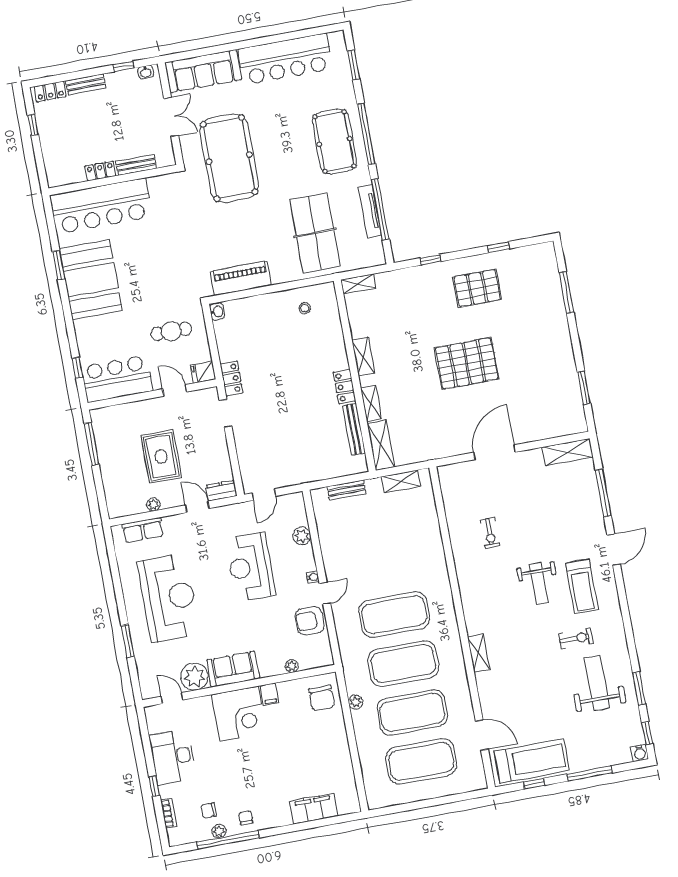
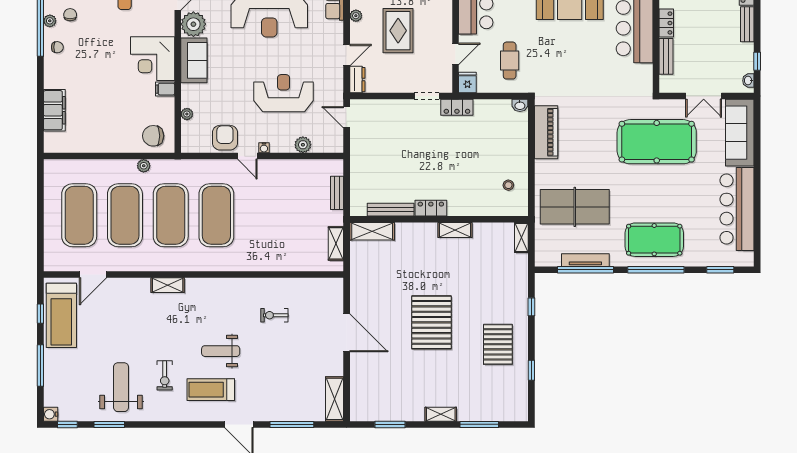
shelving: (371, 404) -> (441, 414), moved
rug: (161, 457) -> (398, 31), turned 90
weight bench: (597, 683) -> (121, 387), turned -90

